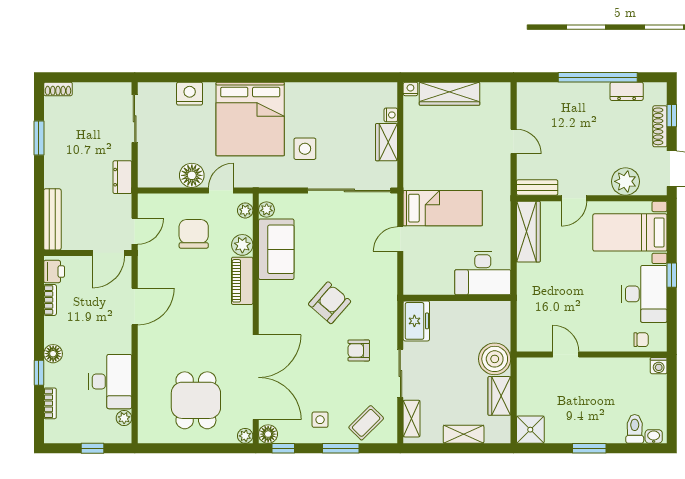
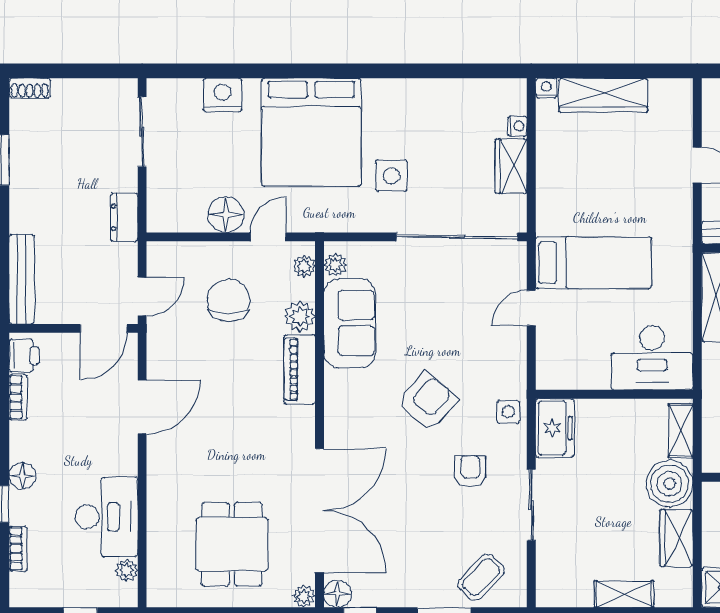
armchair: (359, 350) -> (470, 471), turned 90
shelving: (412, 419) -> (681, 431), moved
side table: (320, 420) -> (508, 412), moved

